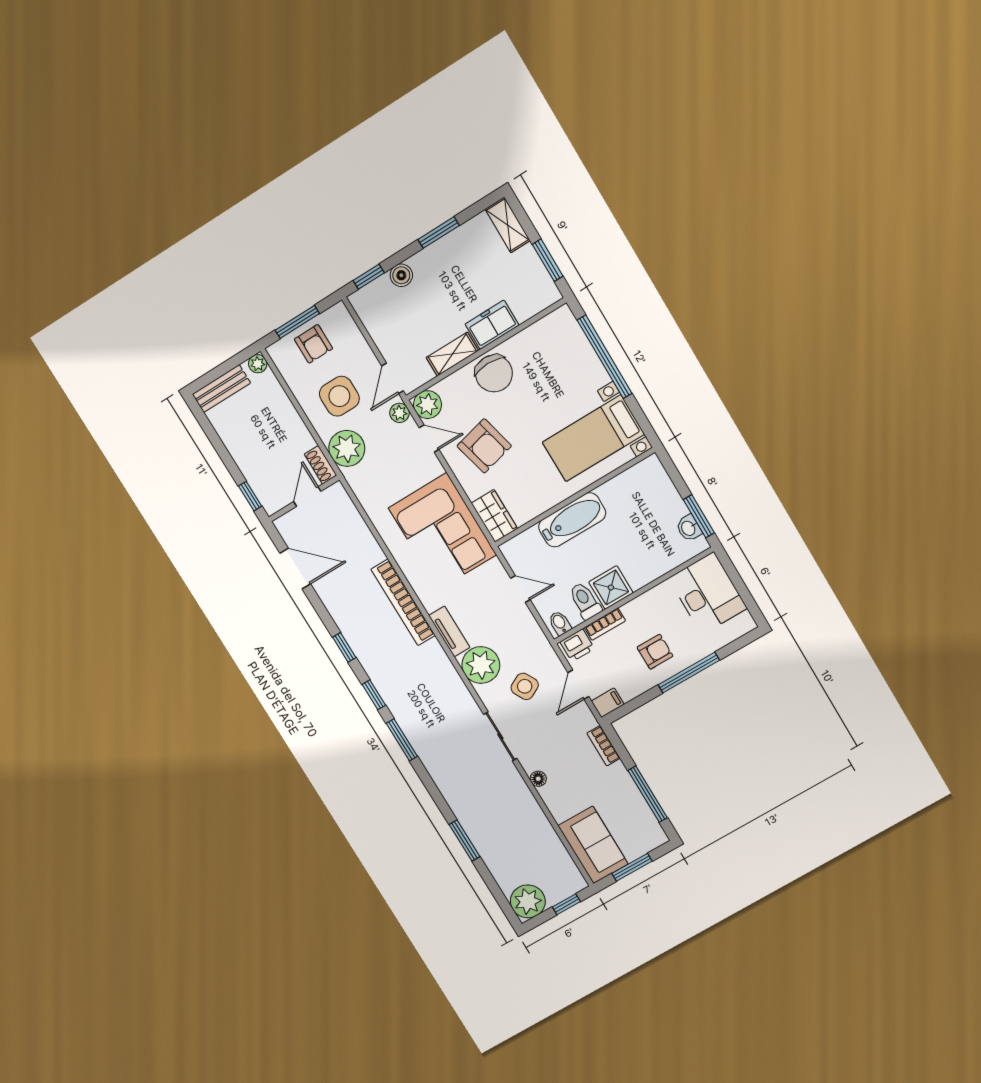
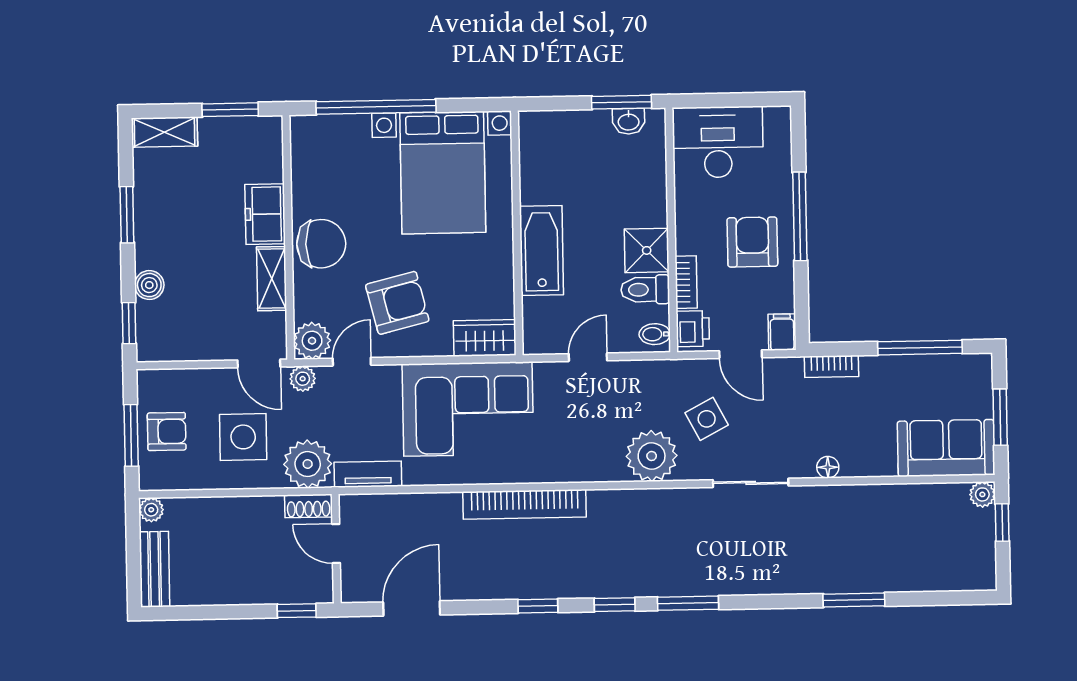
bed with nightstands: (593, 438) -> (443, 173), width x1.36
tv unit: (449, 631) -> (368, 474), moved
armchair: (655, 652) -> (752, 242), width x1.38, depth x1.38
plant: (528, 901) -> (982, 494), moved, width x0.53, depth x0.53

